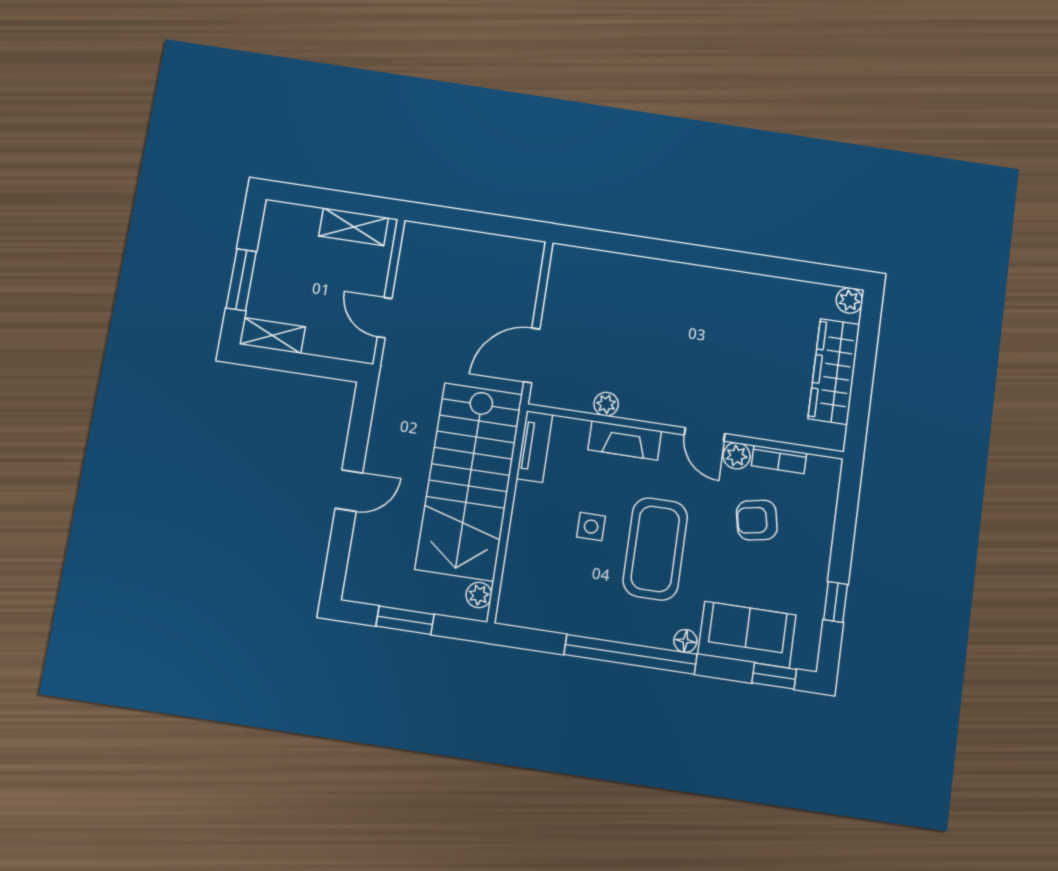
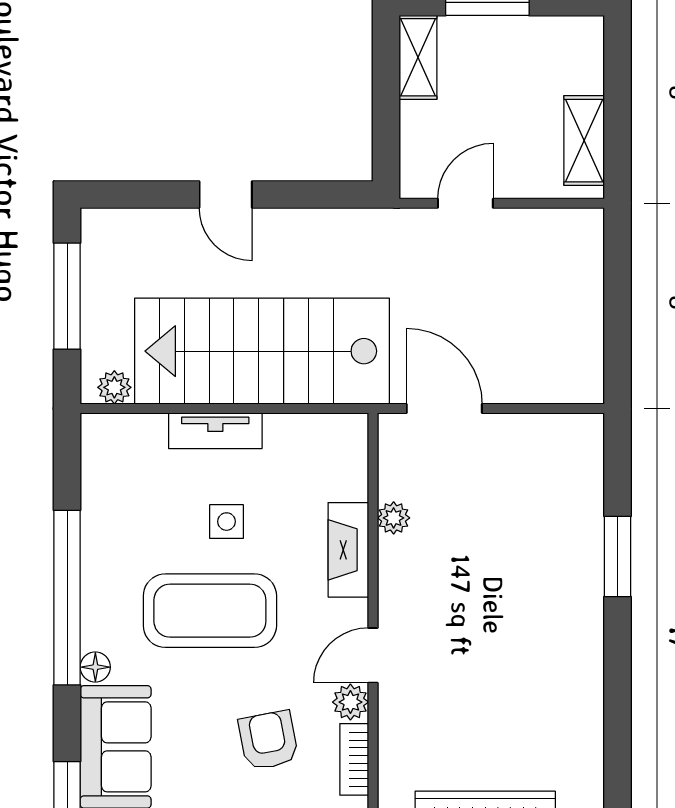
window: (657, 249) -> (618, 557), added
tv unit: (534, 447) -> (215, 431), moved
window: (405, 620) -> (67, 296), width x1.44

